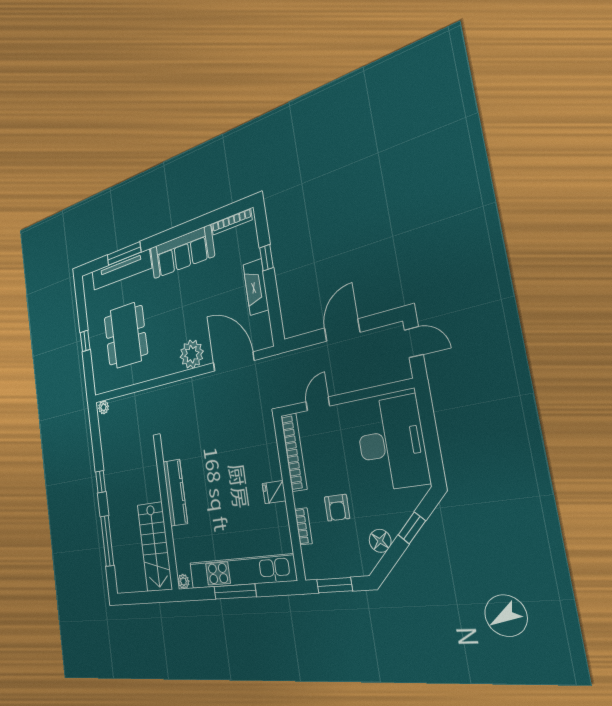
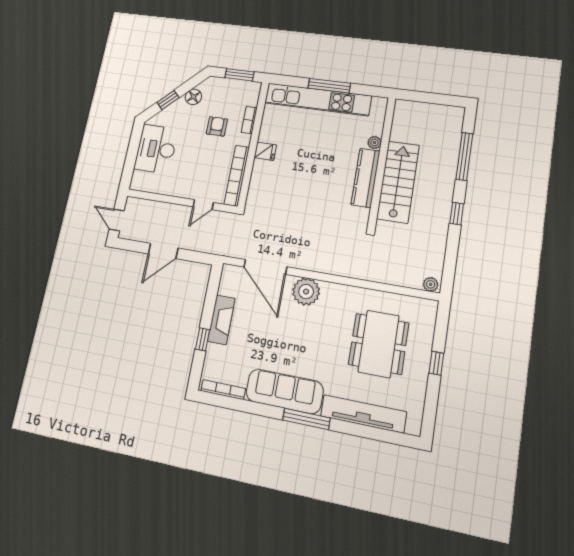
window: (124, 254) -> (306, 419), moved
desk: (391, 443) -> (156, 149), width x0.73, depth x0.77
stairs: (155, 547) -> (398, 182), moved
plant: (183, 581) -> (375, 142), moved

